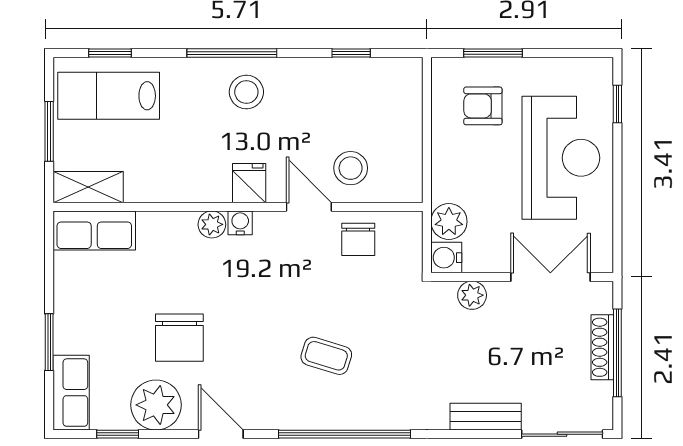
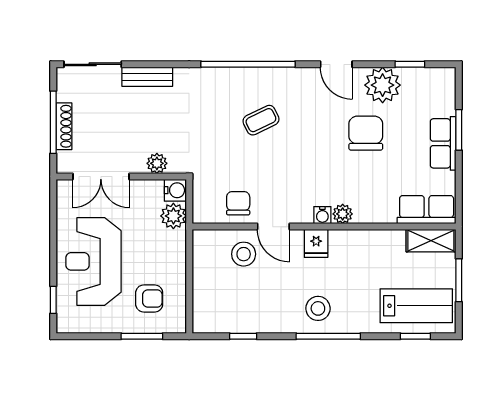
coffee table: (326, 356) -> (261, 120), turned -43
row of seats: (71, 393) -> (443, 143), moved

